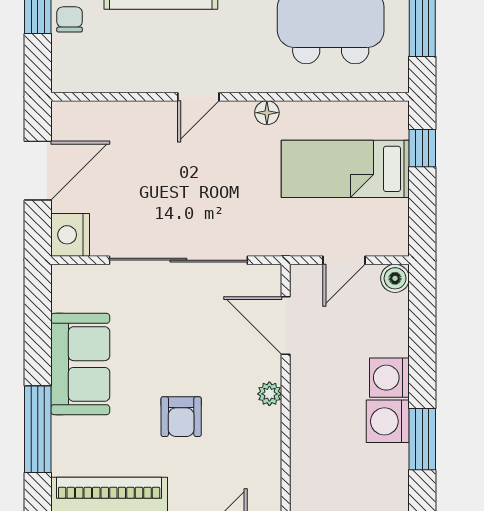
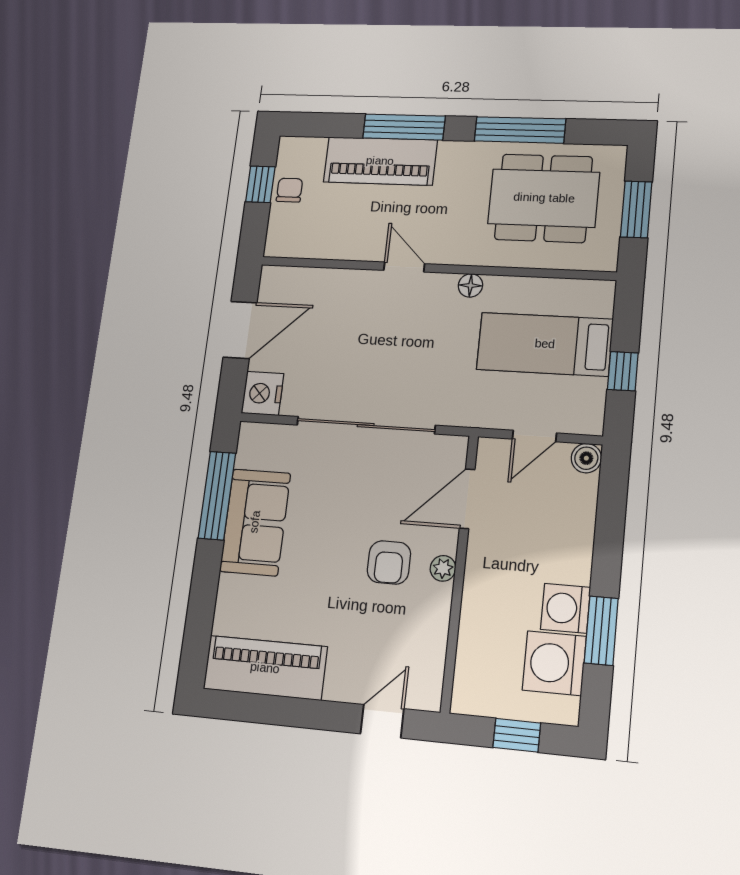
door: (198, 97) -> (404, 267), swing flipped
window: (422, 148) -> (623, 371), moved
door: (286, 326) -> (467, 499), hinge flipped
washing machine: (389, 378) -> (554, 663), moved, width x1.37, depth x1.37
armchair: (181, 417) -> (389, 562), moved
window: (38, 429) -> (217, 496), moved

